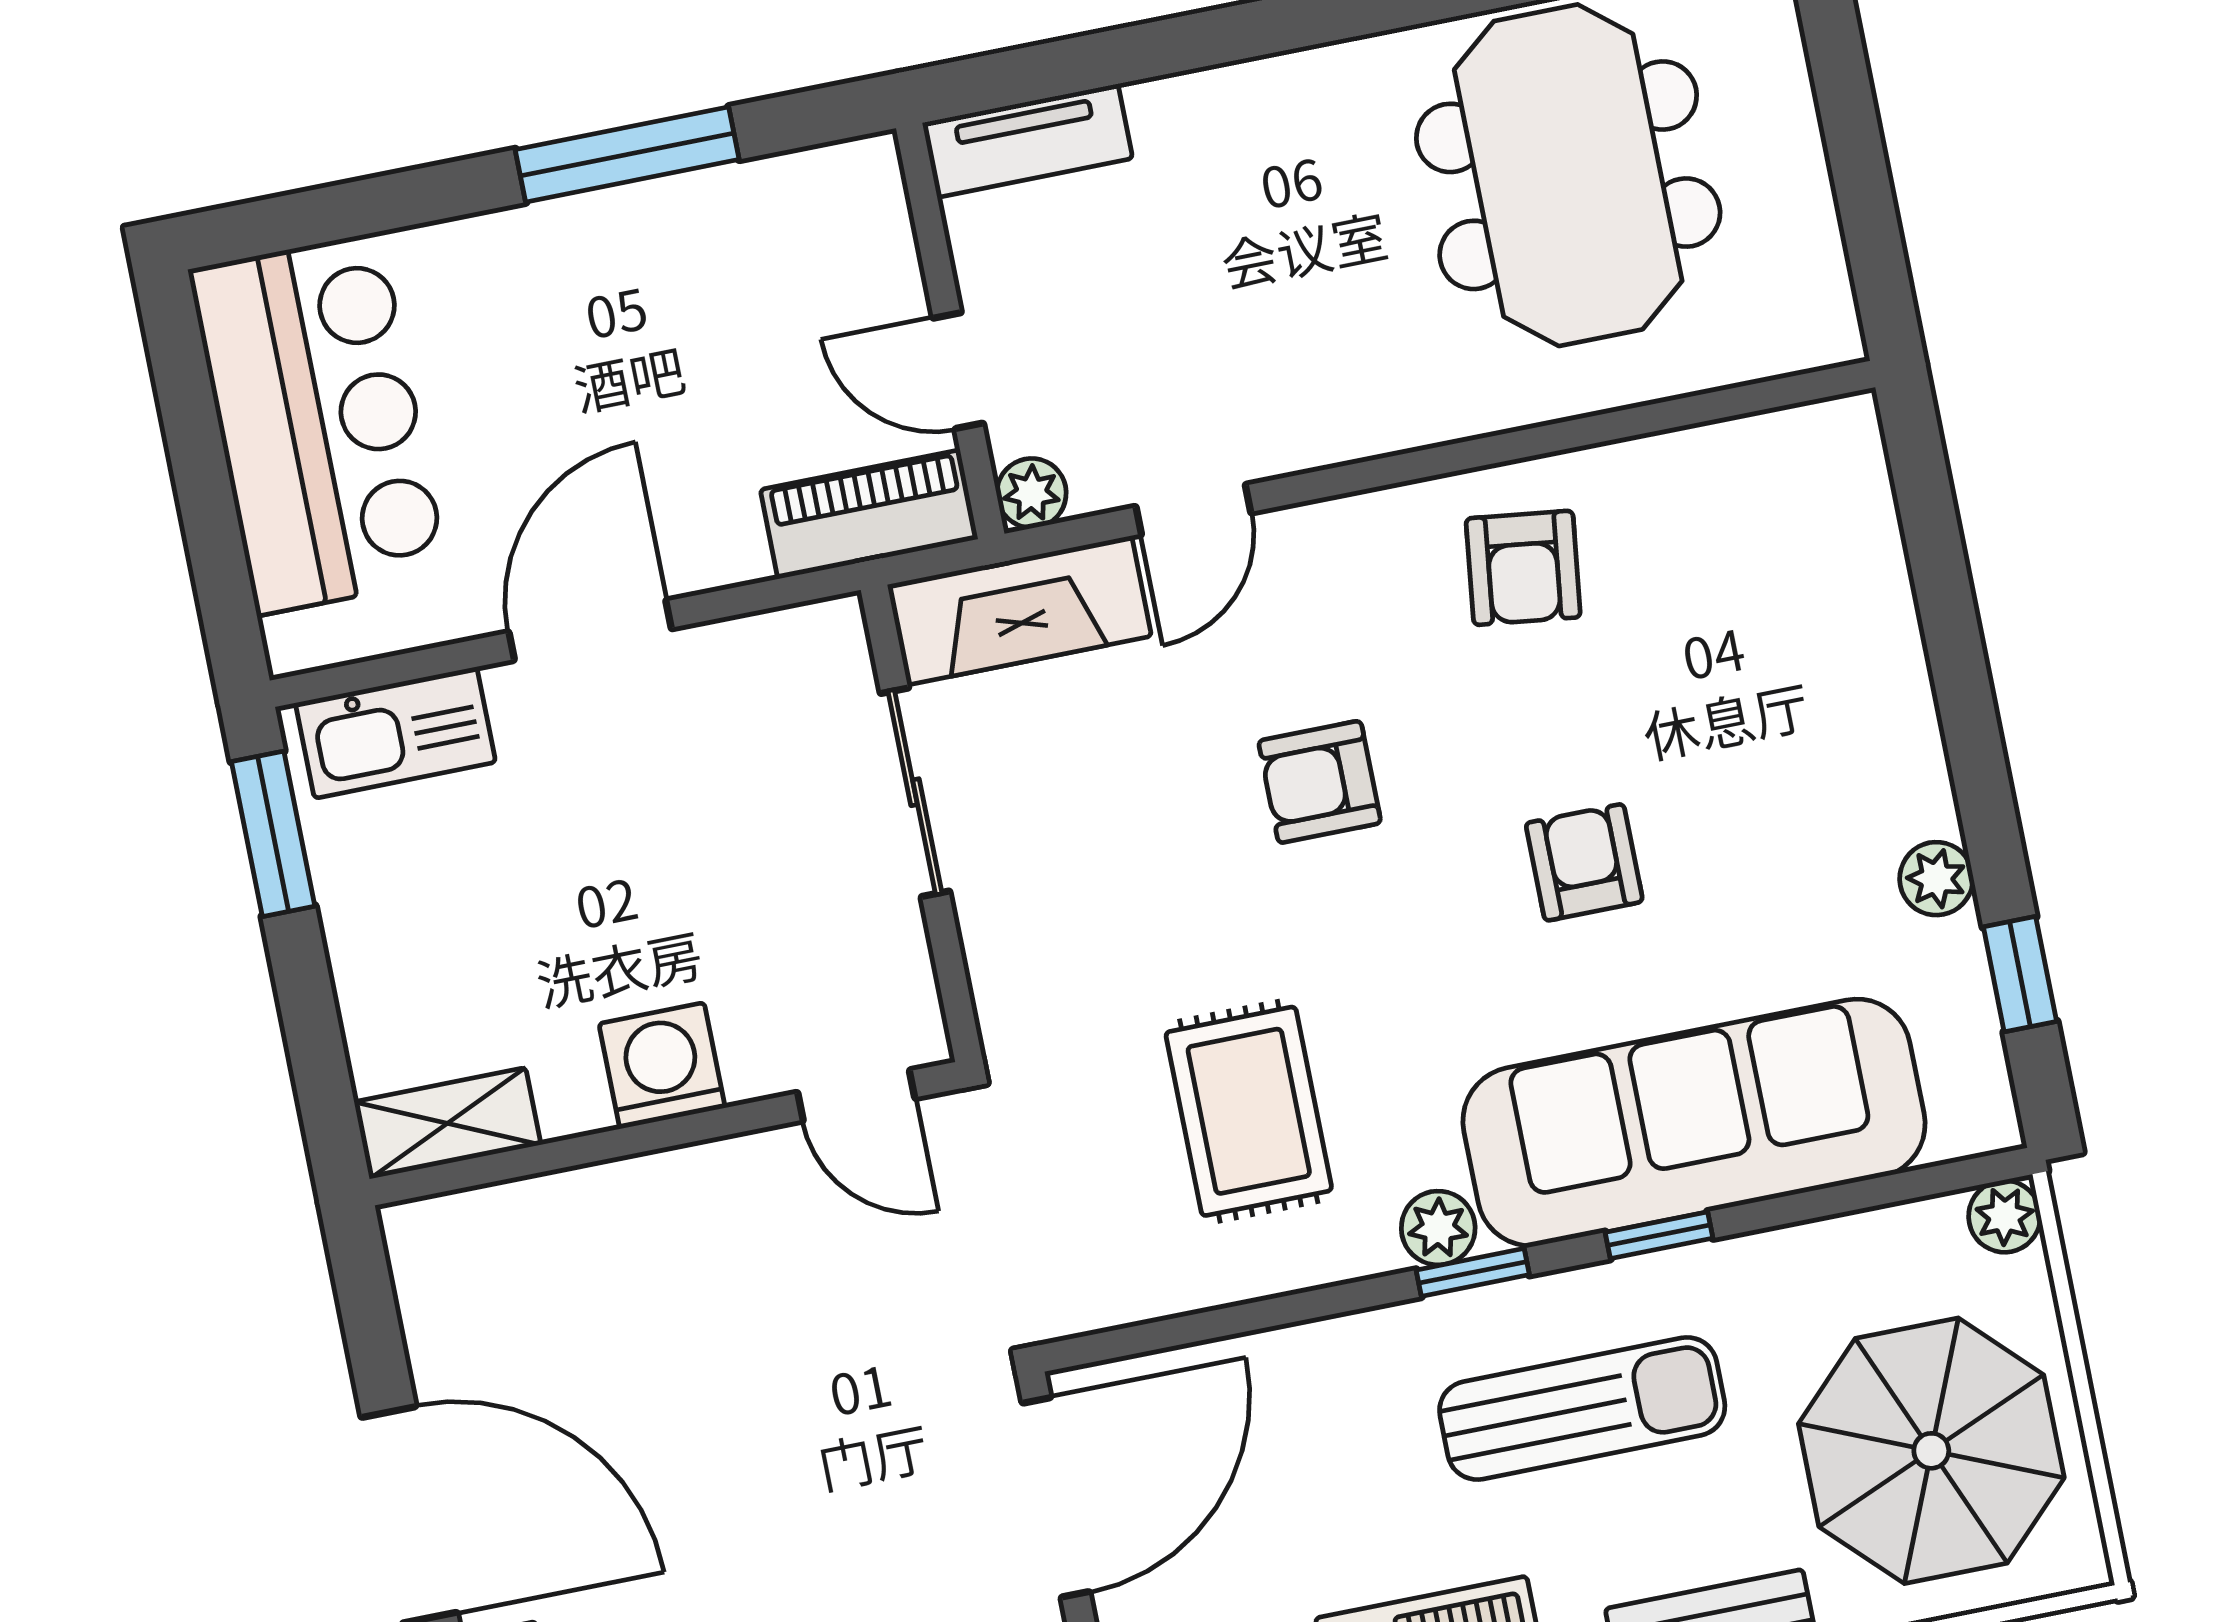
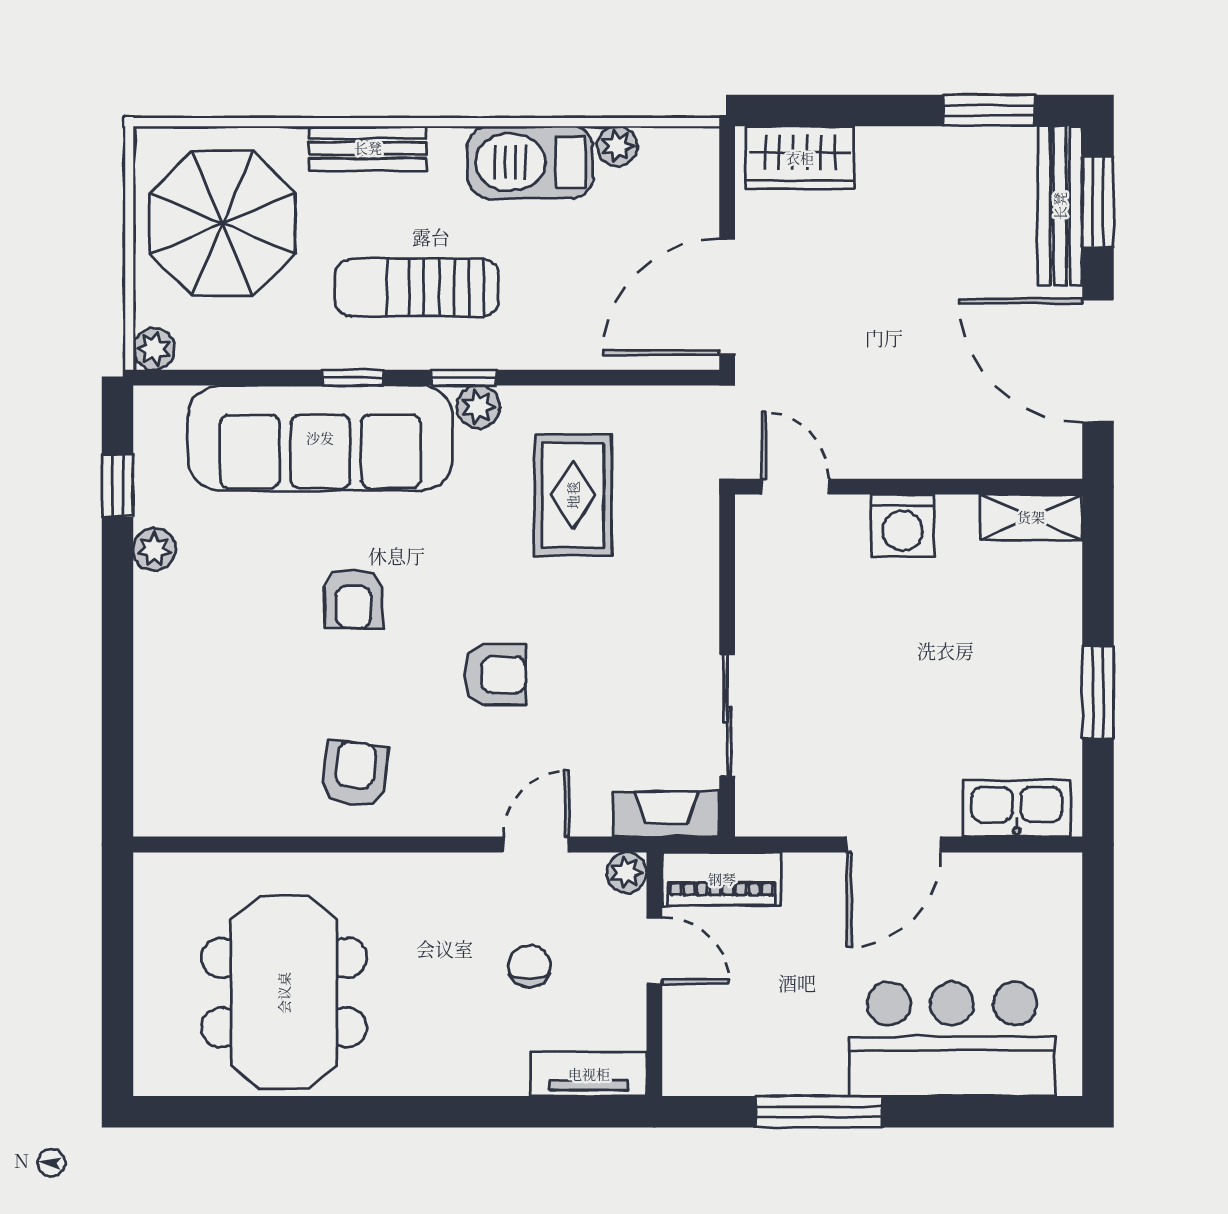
chair: (1164, 303) -> (529, 966), added
bar counter: (319, 424) -> (952, 1039), moved, turned 90
fireplace: (1019, 610) -> (666, 814), width x0.73, depth x0.76
window: (273, 834) -> (1098, 693), moved
washing machine: (662, 1066) -> (903, 526), moved
door: (856, 1095) -> (795, 487), moved
shelving: (448, 1123) -> (1031, 517), moved
wall: (665, 1134) -> (909, 487), moved

